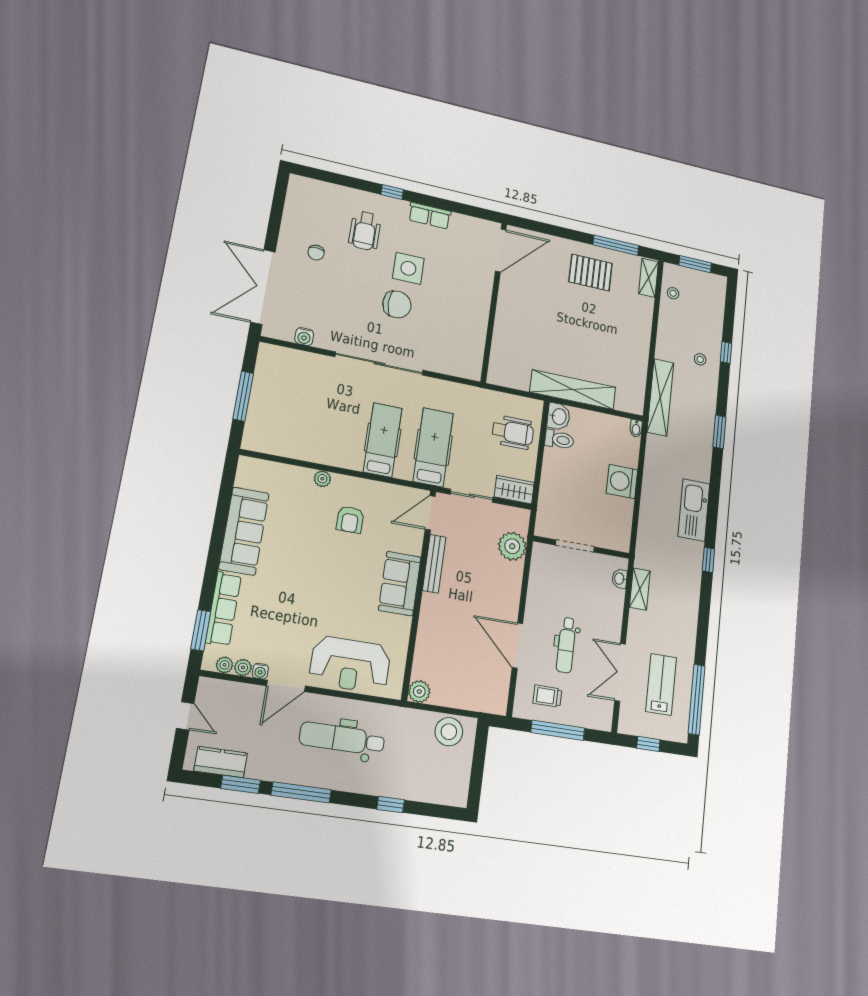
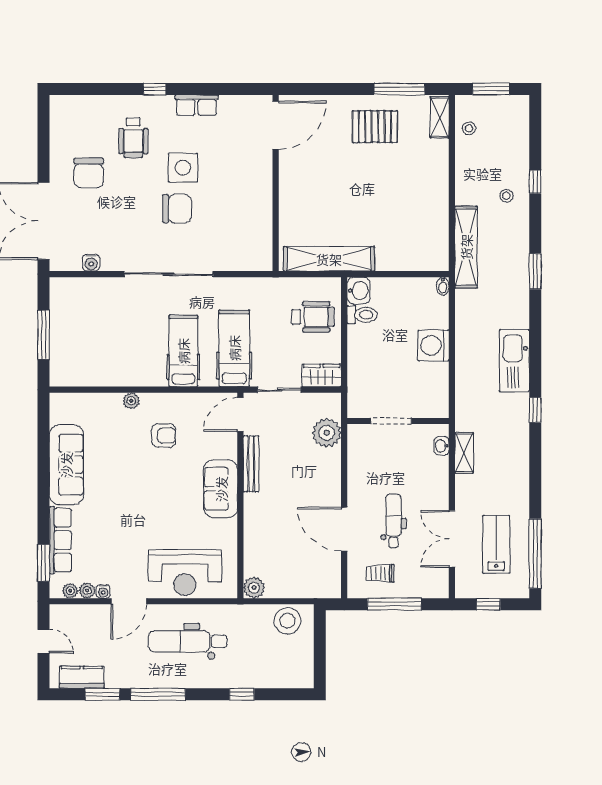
chair: (316, 253) -> (89, 173), width x1.87, depth x1.87
shelving: (573, 390) -> (329, 259), moved
armchair: (350, 520) -> (164, 436), turned -90
dental chair: (566, 645) -> (394, 521), turned 180

